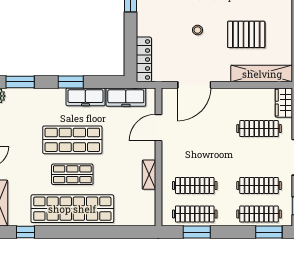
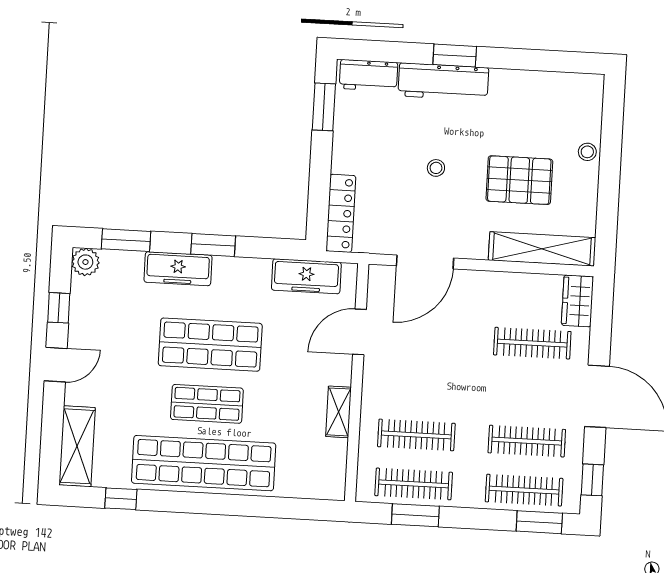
stool: (285, 16) -> (587, 152), added
freezer: (85, 97) -> (178, 269), moved

